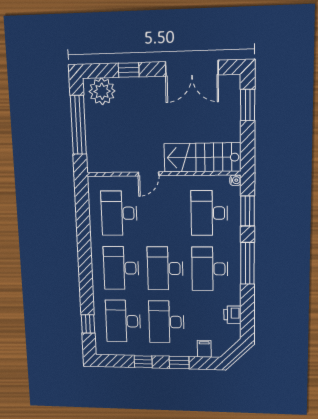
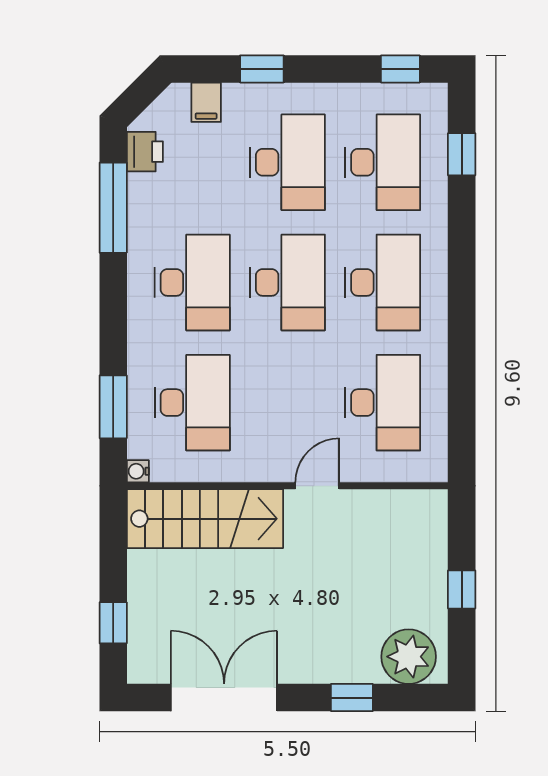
window: (248, 105) -> (113, 623), width x0.67
window: (78, 125) -> (462, 589), width x0.32
window: (247, 263) -> (113, 208), moved
printer: (232, 315) -> (145, 152), moved
window: (143, 362) -> (400, 69), moved

